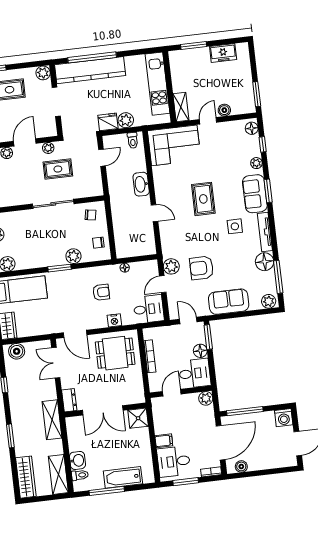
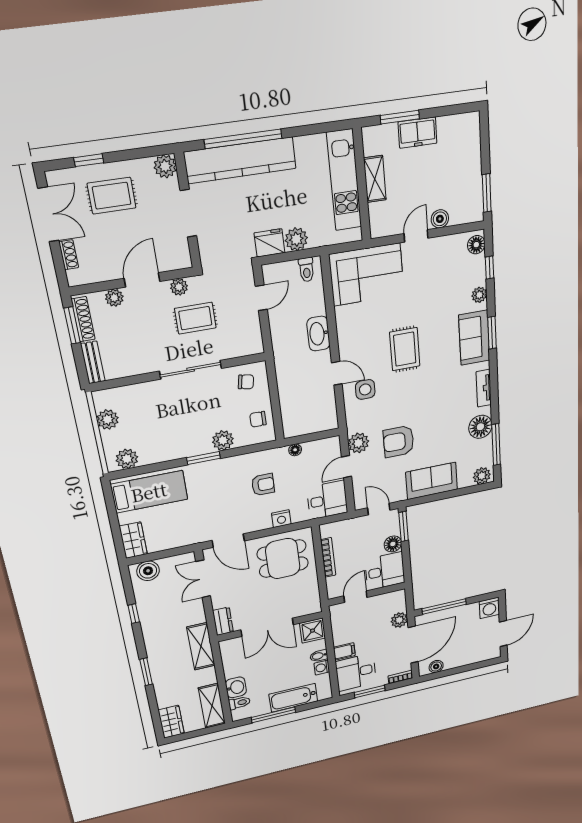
freezer: (223, 53) -> (418, 133), moved
shelving: (181, 107) -> (375, 179), moved
side table: (235, 226) -> (365, 389), moved
tv unit: (265, 232) -> (484, 388), width x0.71
plant: (206, 398) -> (399, 620), moved
bidet: (143, 442) -> (319, 656), added
washing machine: (146, 453) -> (322, 668), added
wardrobe: (26, 477) -> (171, 722), width x0.67

